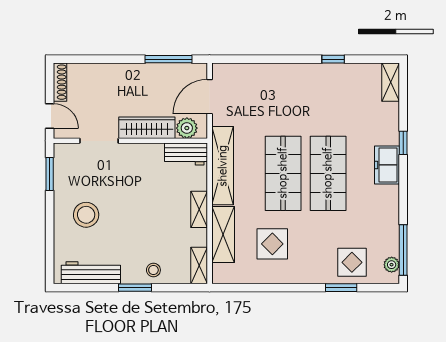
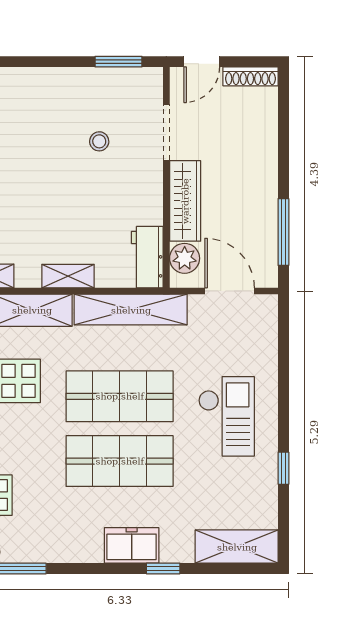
shelving: (391, 82) -> (237, 547), width x1.50, depth x1.33
checkout: (297, 99) -> (226, 416), added
stool: (86, 215) -> (99, 141), moved, width x0.53, depth x0.53

